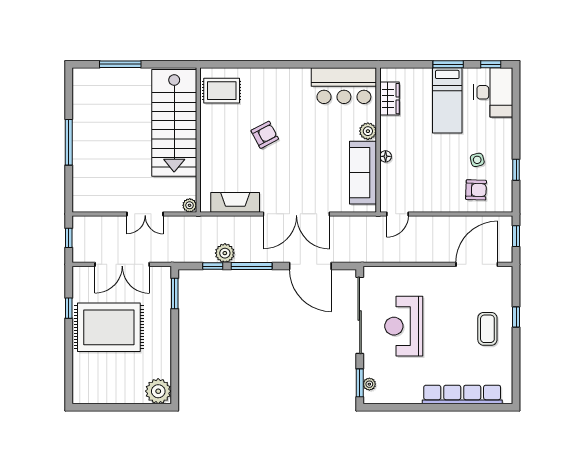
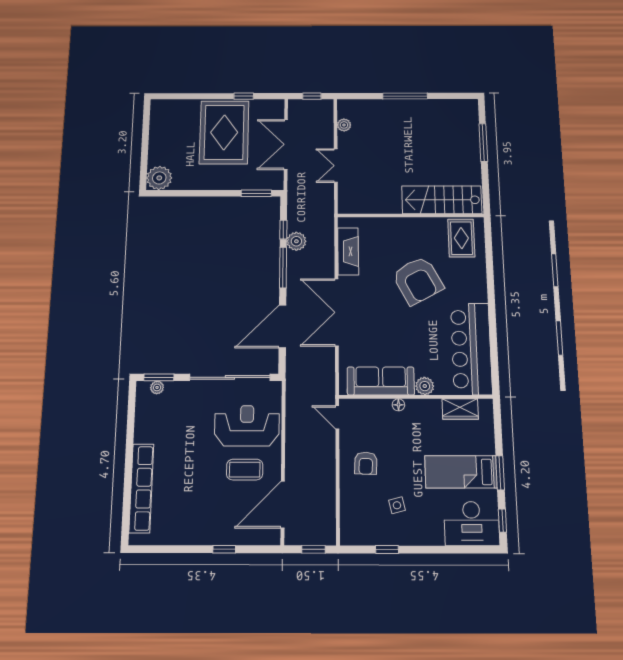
bar counter: (344, 86) -> (471, 349), width x1.36
stairs: (174, 123) -> (442, 200), width x0.73, depth x0.66
armchair: (265, 135) -> (418, 280), width x1.88, depth x1.88
armchair: (476, 190) -> (366, 463), moved
plant: (190, 205) -> (344, 125), moved
door: (477, 264) -> (283, 505), swing flipped
reception desk: (404, 326) -> (247, 426), moved
coffee table: (487, 329) -> (245, 470), moved

